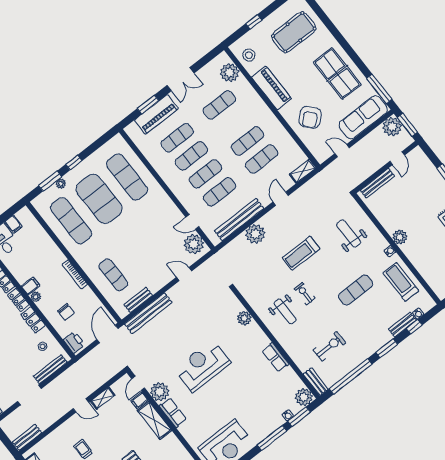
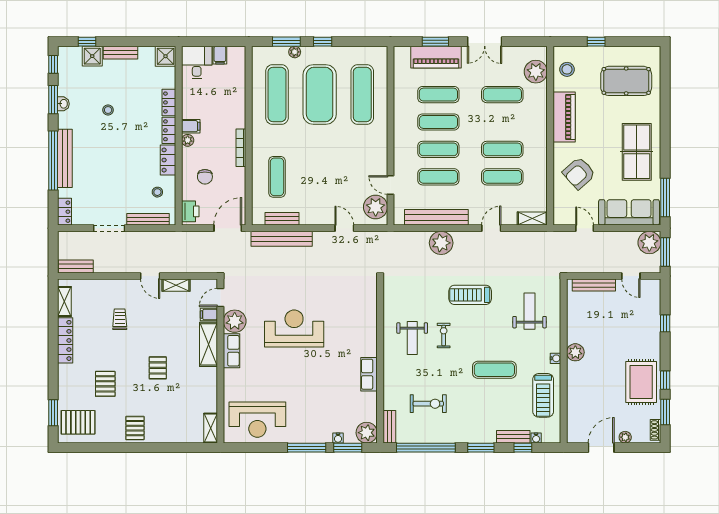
door: (397, 158) -> (631, 276), hinge flipped
treadmill: (401, 282) -> (543, 395), turned 180
plant: (244, 318) -> (368, 314), removed

